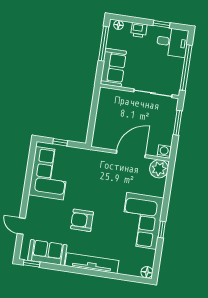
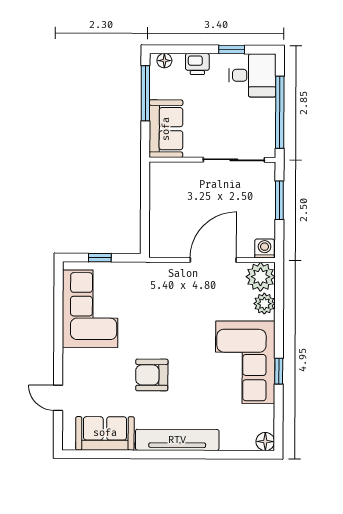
plant: (159, 186) -> (264, 304), added
window: (32, 264) -> (83, 454), removed

